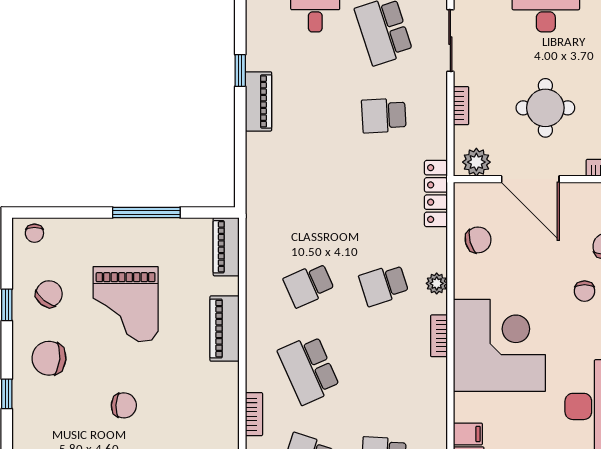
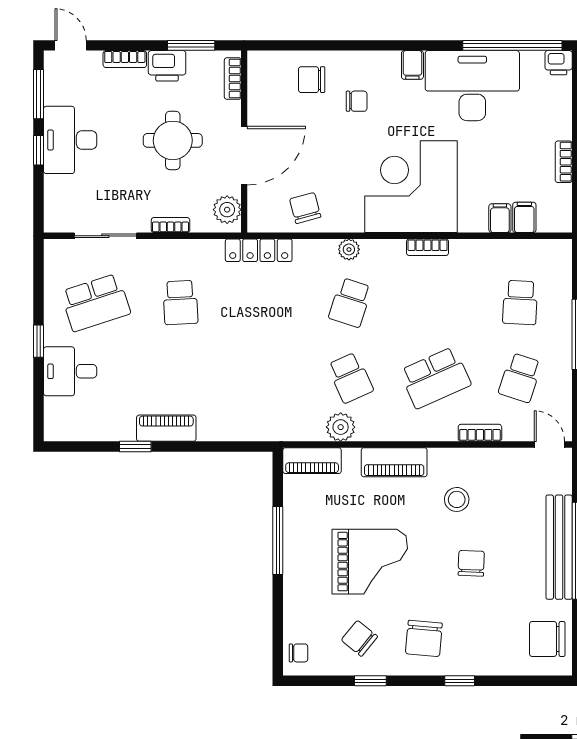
plant: (260, 275) -> (341, 427), added
school desk: (384, 285) -> (350, 303), turned 36
bookcase: (439, 336) -> (428, 247), moved
stool: (187, 391) -> (457, 499), added

